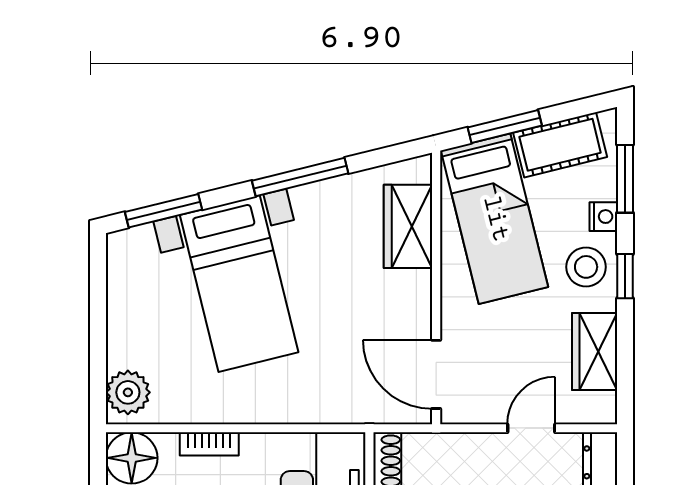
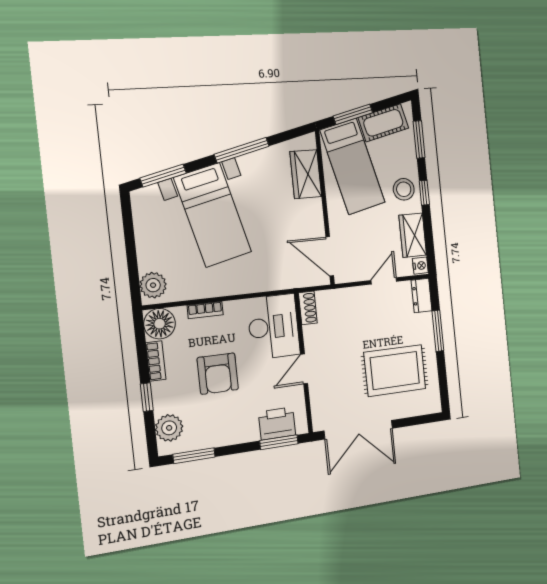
nightstand: (603, 217) -> (420, 266), moved

